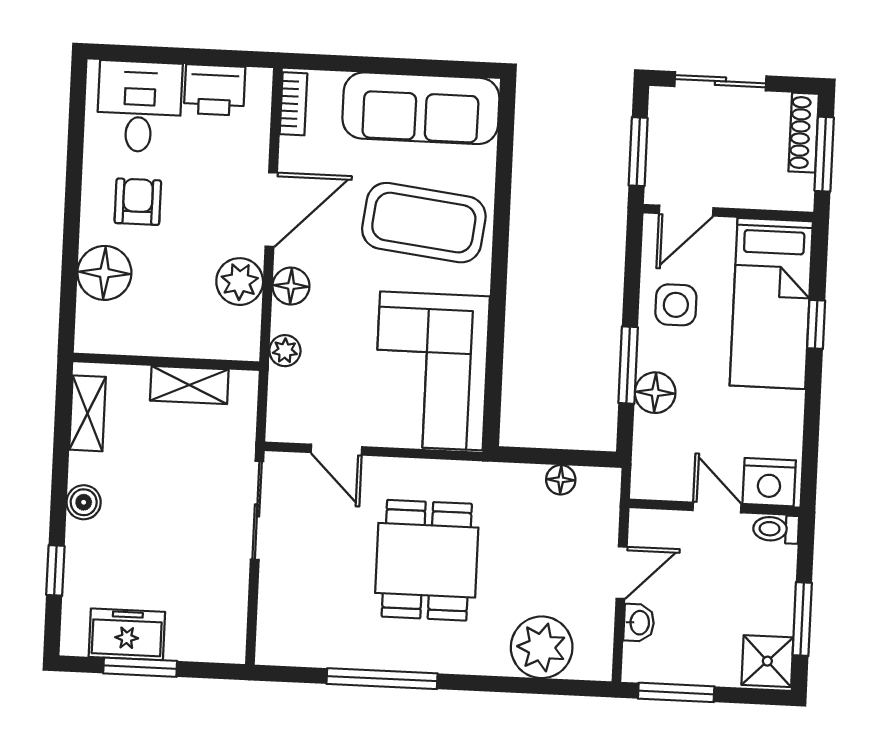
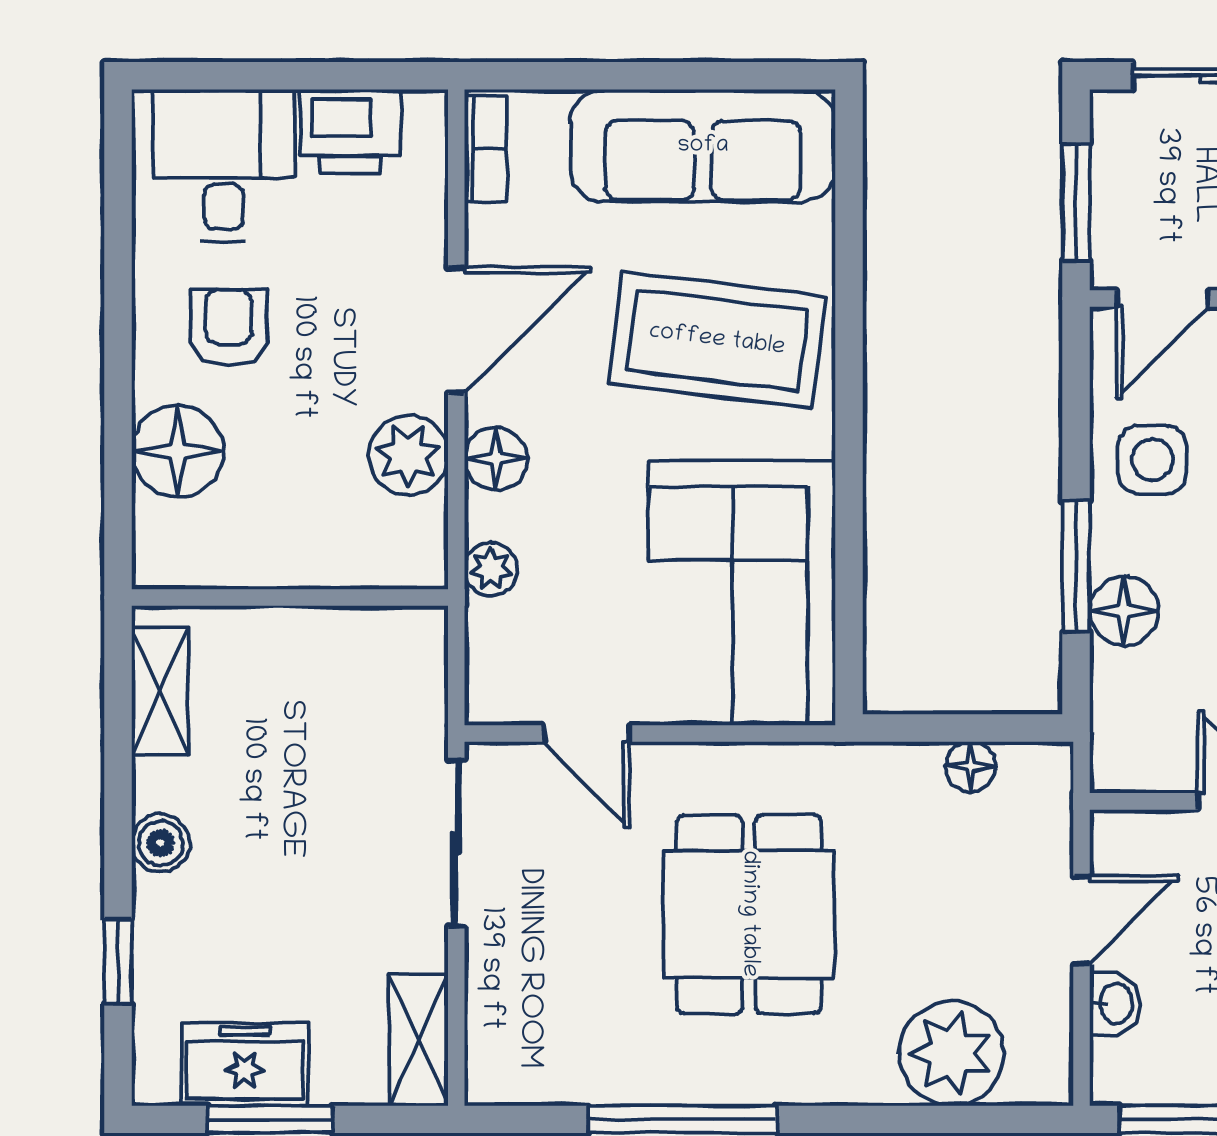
shelving: (189, 385) -> (419, 1040), moved, turned 90

